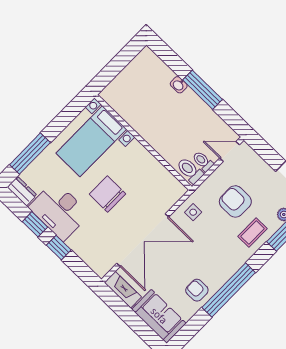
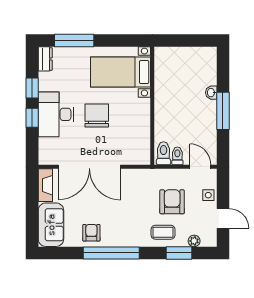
desk: (59, 211) -> (56, 114), moved
side table: (193, 212) -> (208, 195), moved

